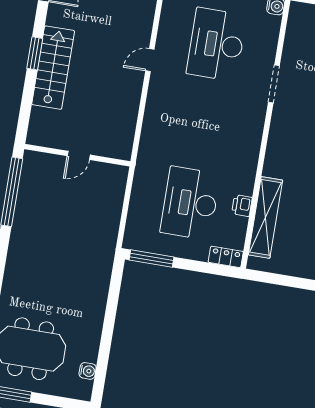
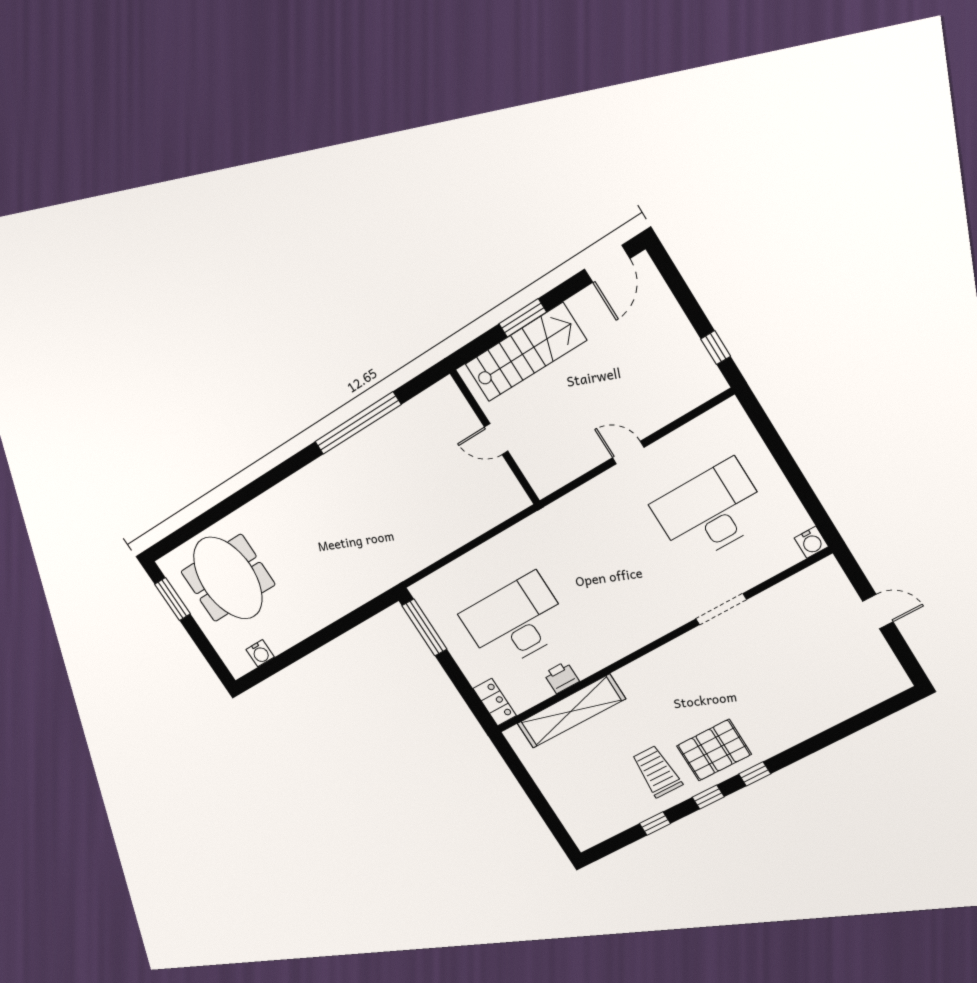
wall: (77, 155) -> (495, 437), moved
door: (79, 155) -> (496, 439), moved

